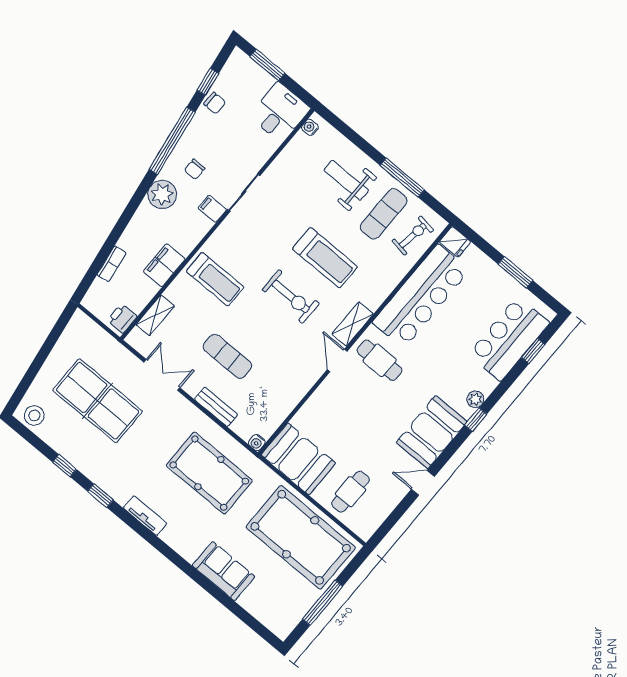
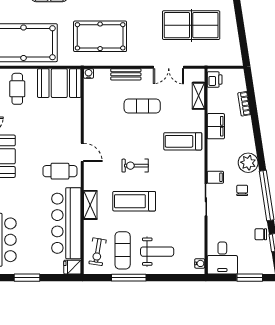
exercise bike: (291, 296) -> (135, 166), width x0.73, depth x0.72
shelving: (353, 324) -> (90, 205), moved

